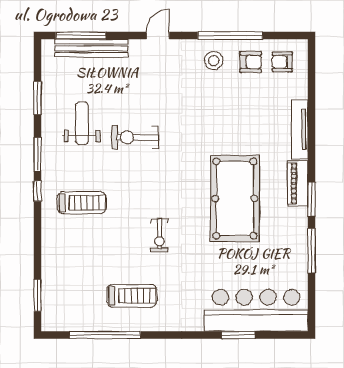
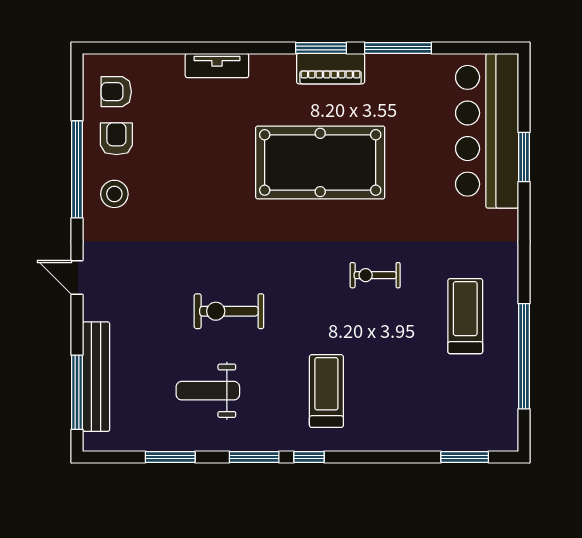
armchair: (282, 62) -> (116, 92), turned 90
tv unit: (300, 129) -> (217, 66), width x0.71
exercise bike: (135, 137) -> (229, 311), turned 90
piano: (298, 183) -> (331, 69), moved
exercise bike: (159, 235) -> (375, 275), turned 180

